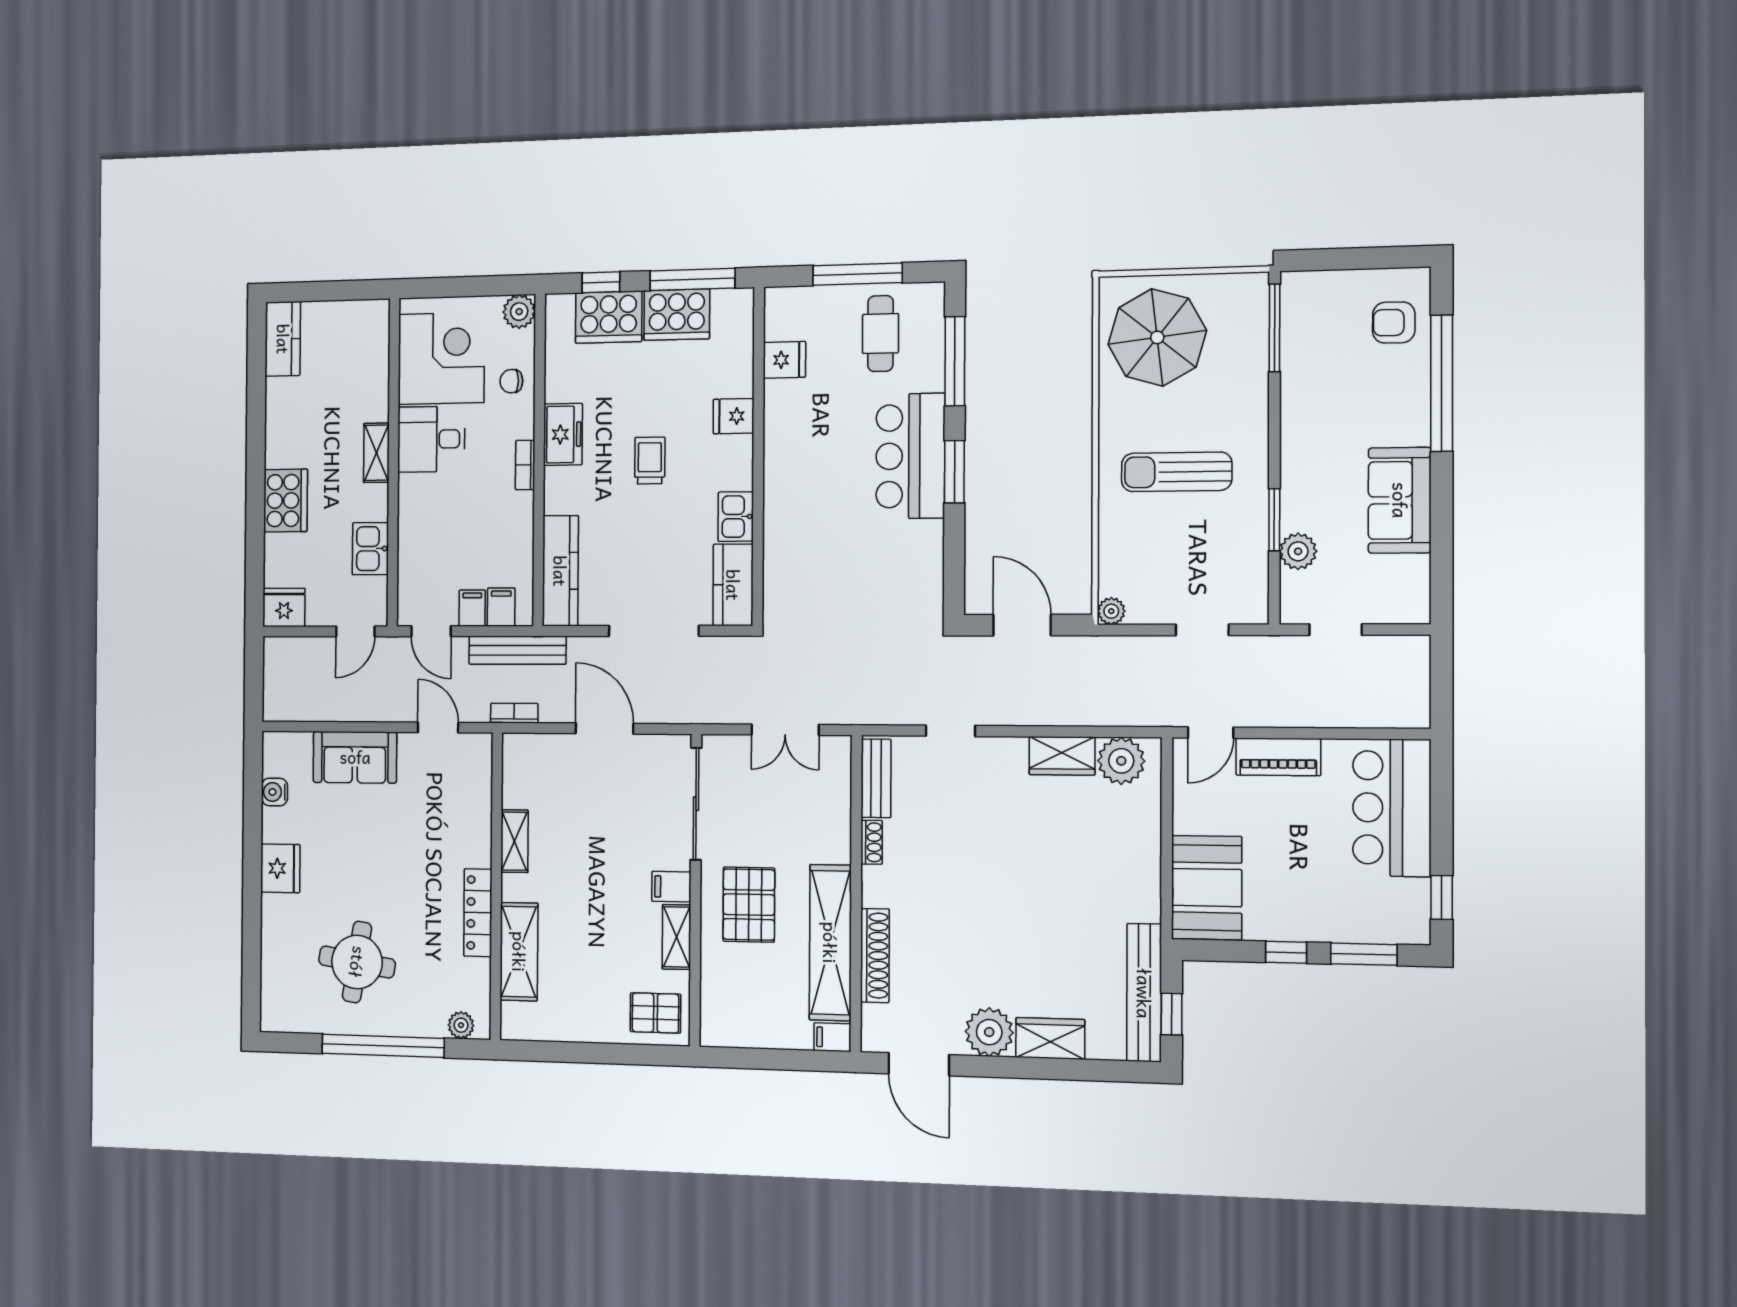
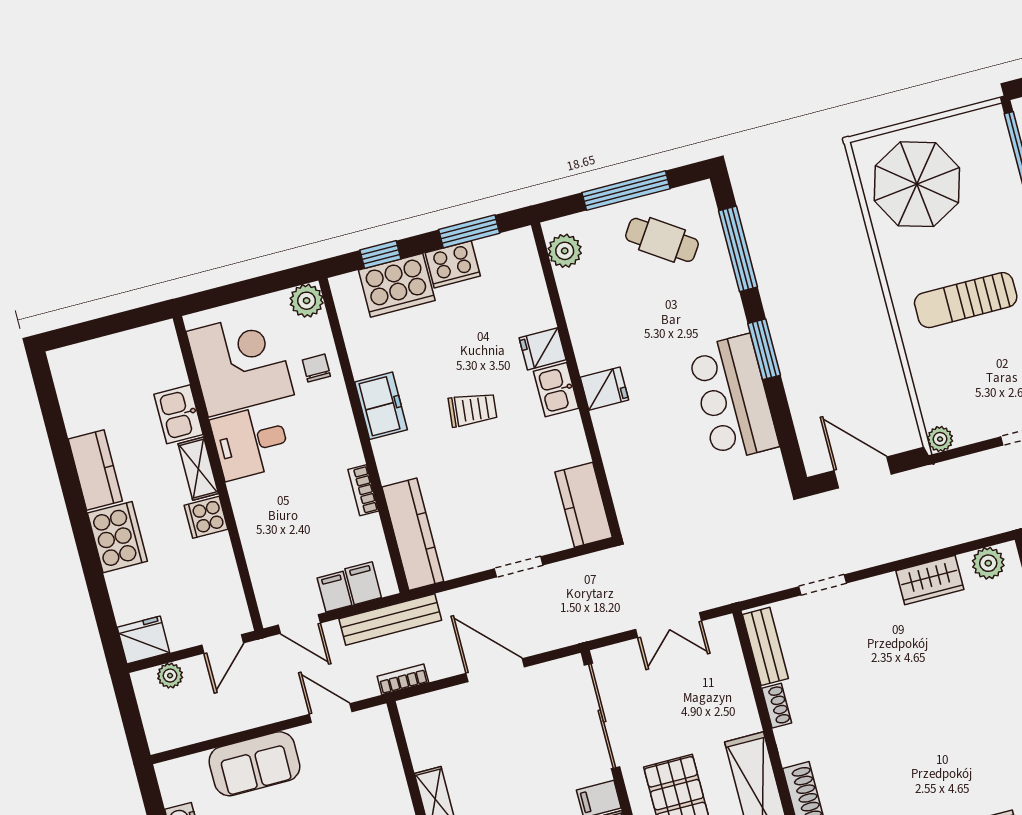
window: (692, 279) -> (469, 231), width x0.69
cooker: (677, 315) -> (453, 264), width x0.73, depth x0.76
plant: (781, 322) -> (565, 251), added
cafe table: (880, 334) -> (662, 240), turned -56
kitchen counter: (283, 339) -> (95, 470), moved
fridge: (784, 360) -> (604, 389), moved
chair: (511, 381) -> (316, 368), turned 90
bar counter: (910, 456) -> (733, 398), moved
trolley: (650, 460) -> (473, 410), turned 96
bookcase: (525, 465) -> (363, 490), moved
cooker: (371, 503) -> (206, 517), added
kitchen sink: (736, 517) -> (556, 390), moved
kitchen sink: (370, 549) -> (178, 414), moved
doorway: (654, 631) -> (519, 567), width x0.53
plant: (299, 649) -> (170, 676), added
plant: (1121, 761) -> (988, 563), width x0.73, depth x0.73

